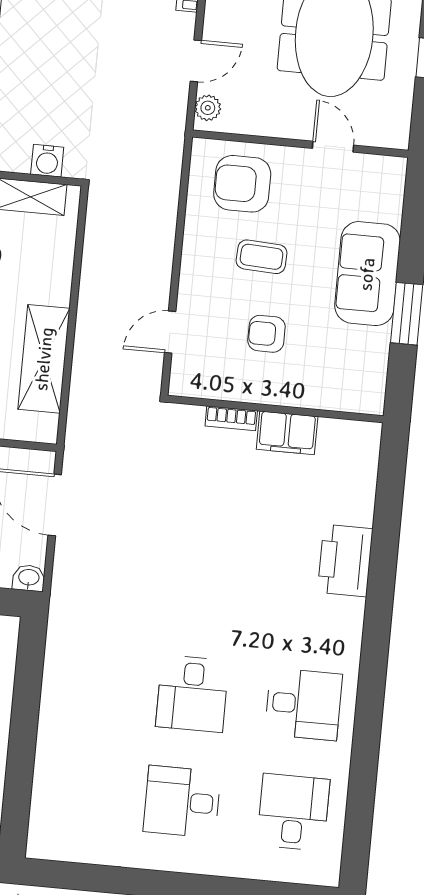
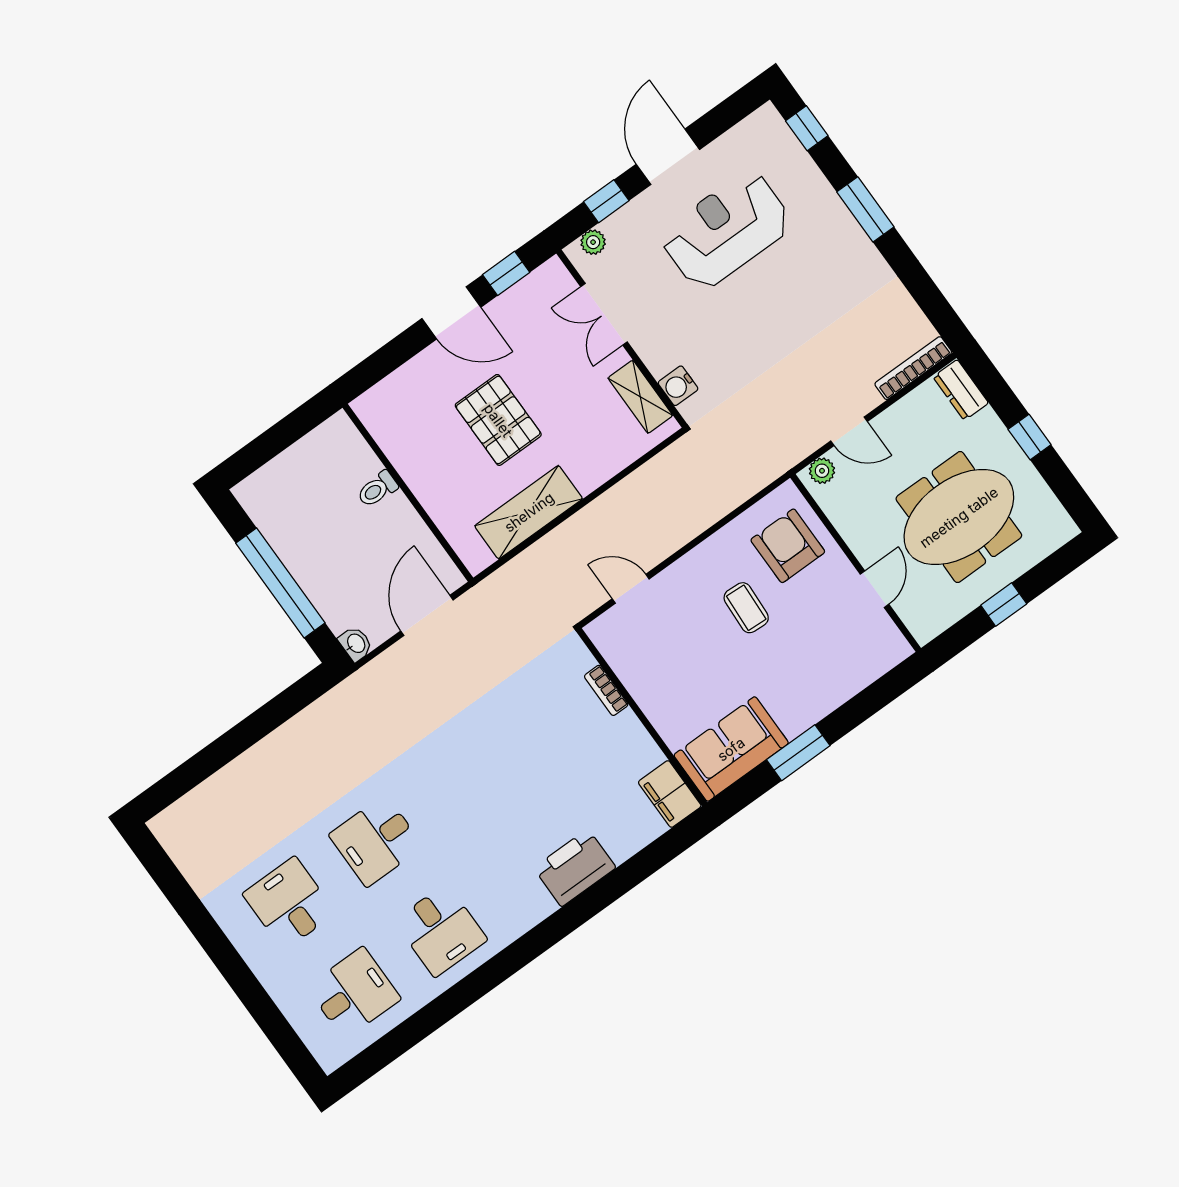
sofa: (367, 274) -> (731, 749), moved
armchair: (266, 334) -> (692, 662), removed
filing cabinet: (287, 433) -> (670, 794), moved

